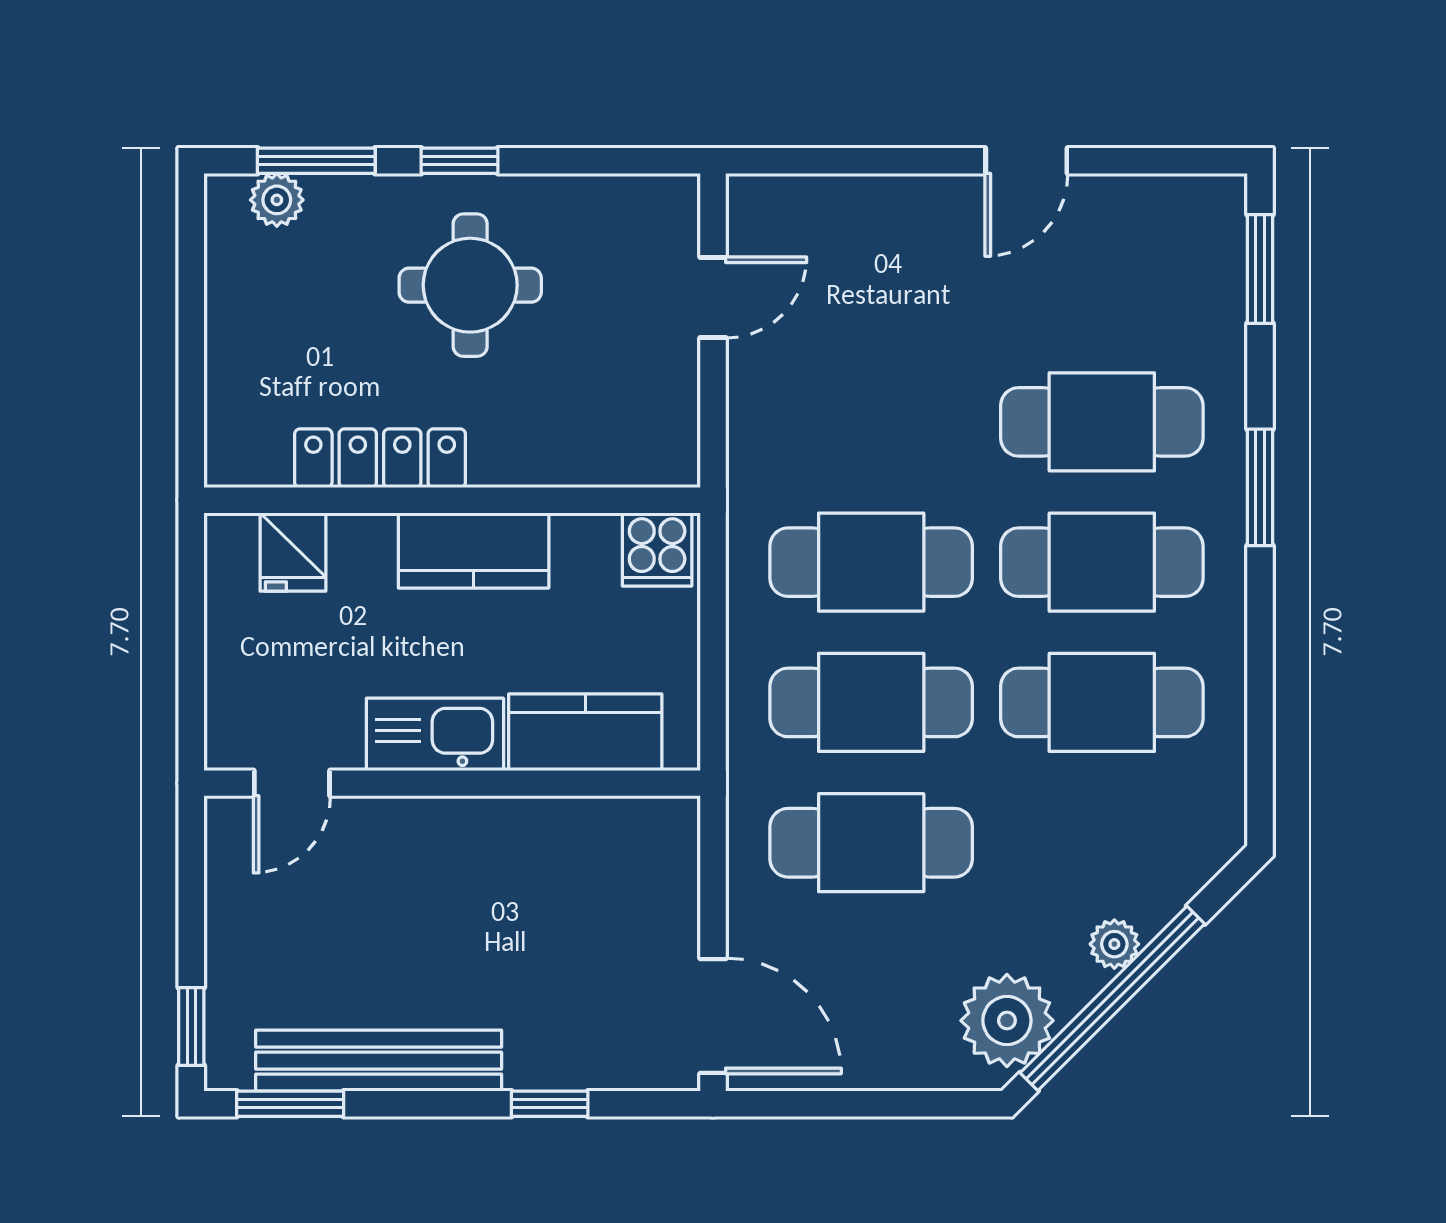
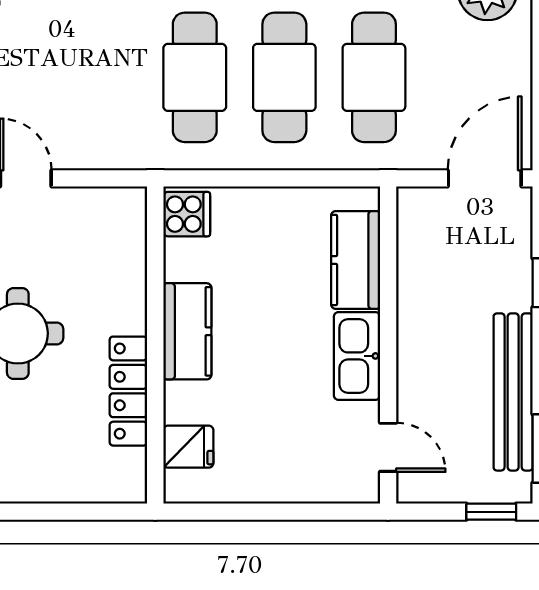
kitchen counter: (585, 732) -> (356, 260), moved
kitchen sink: (435, 734) -> (357, 356), moved
door: (292, 783) -> (388, 447), moved
wall: (452, 783) -> (388, 345), moved

